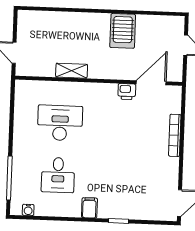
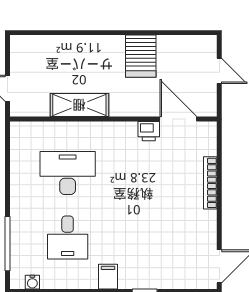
shelving: (72, 71) -> (79, 105), width x1.50, depth x1.33
door: (151, 83) -> (178, 119), hinge flipped

